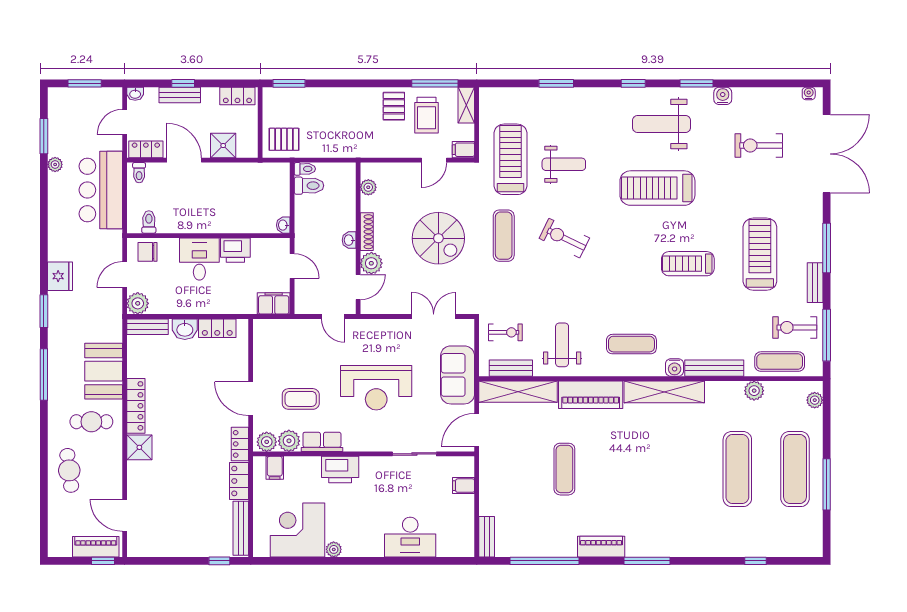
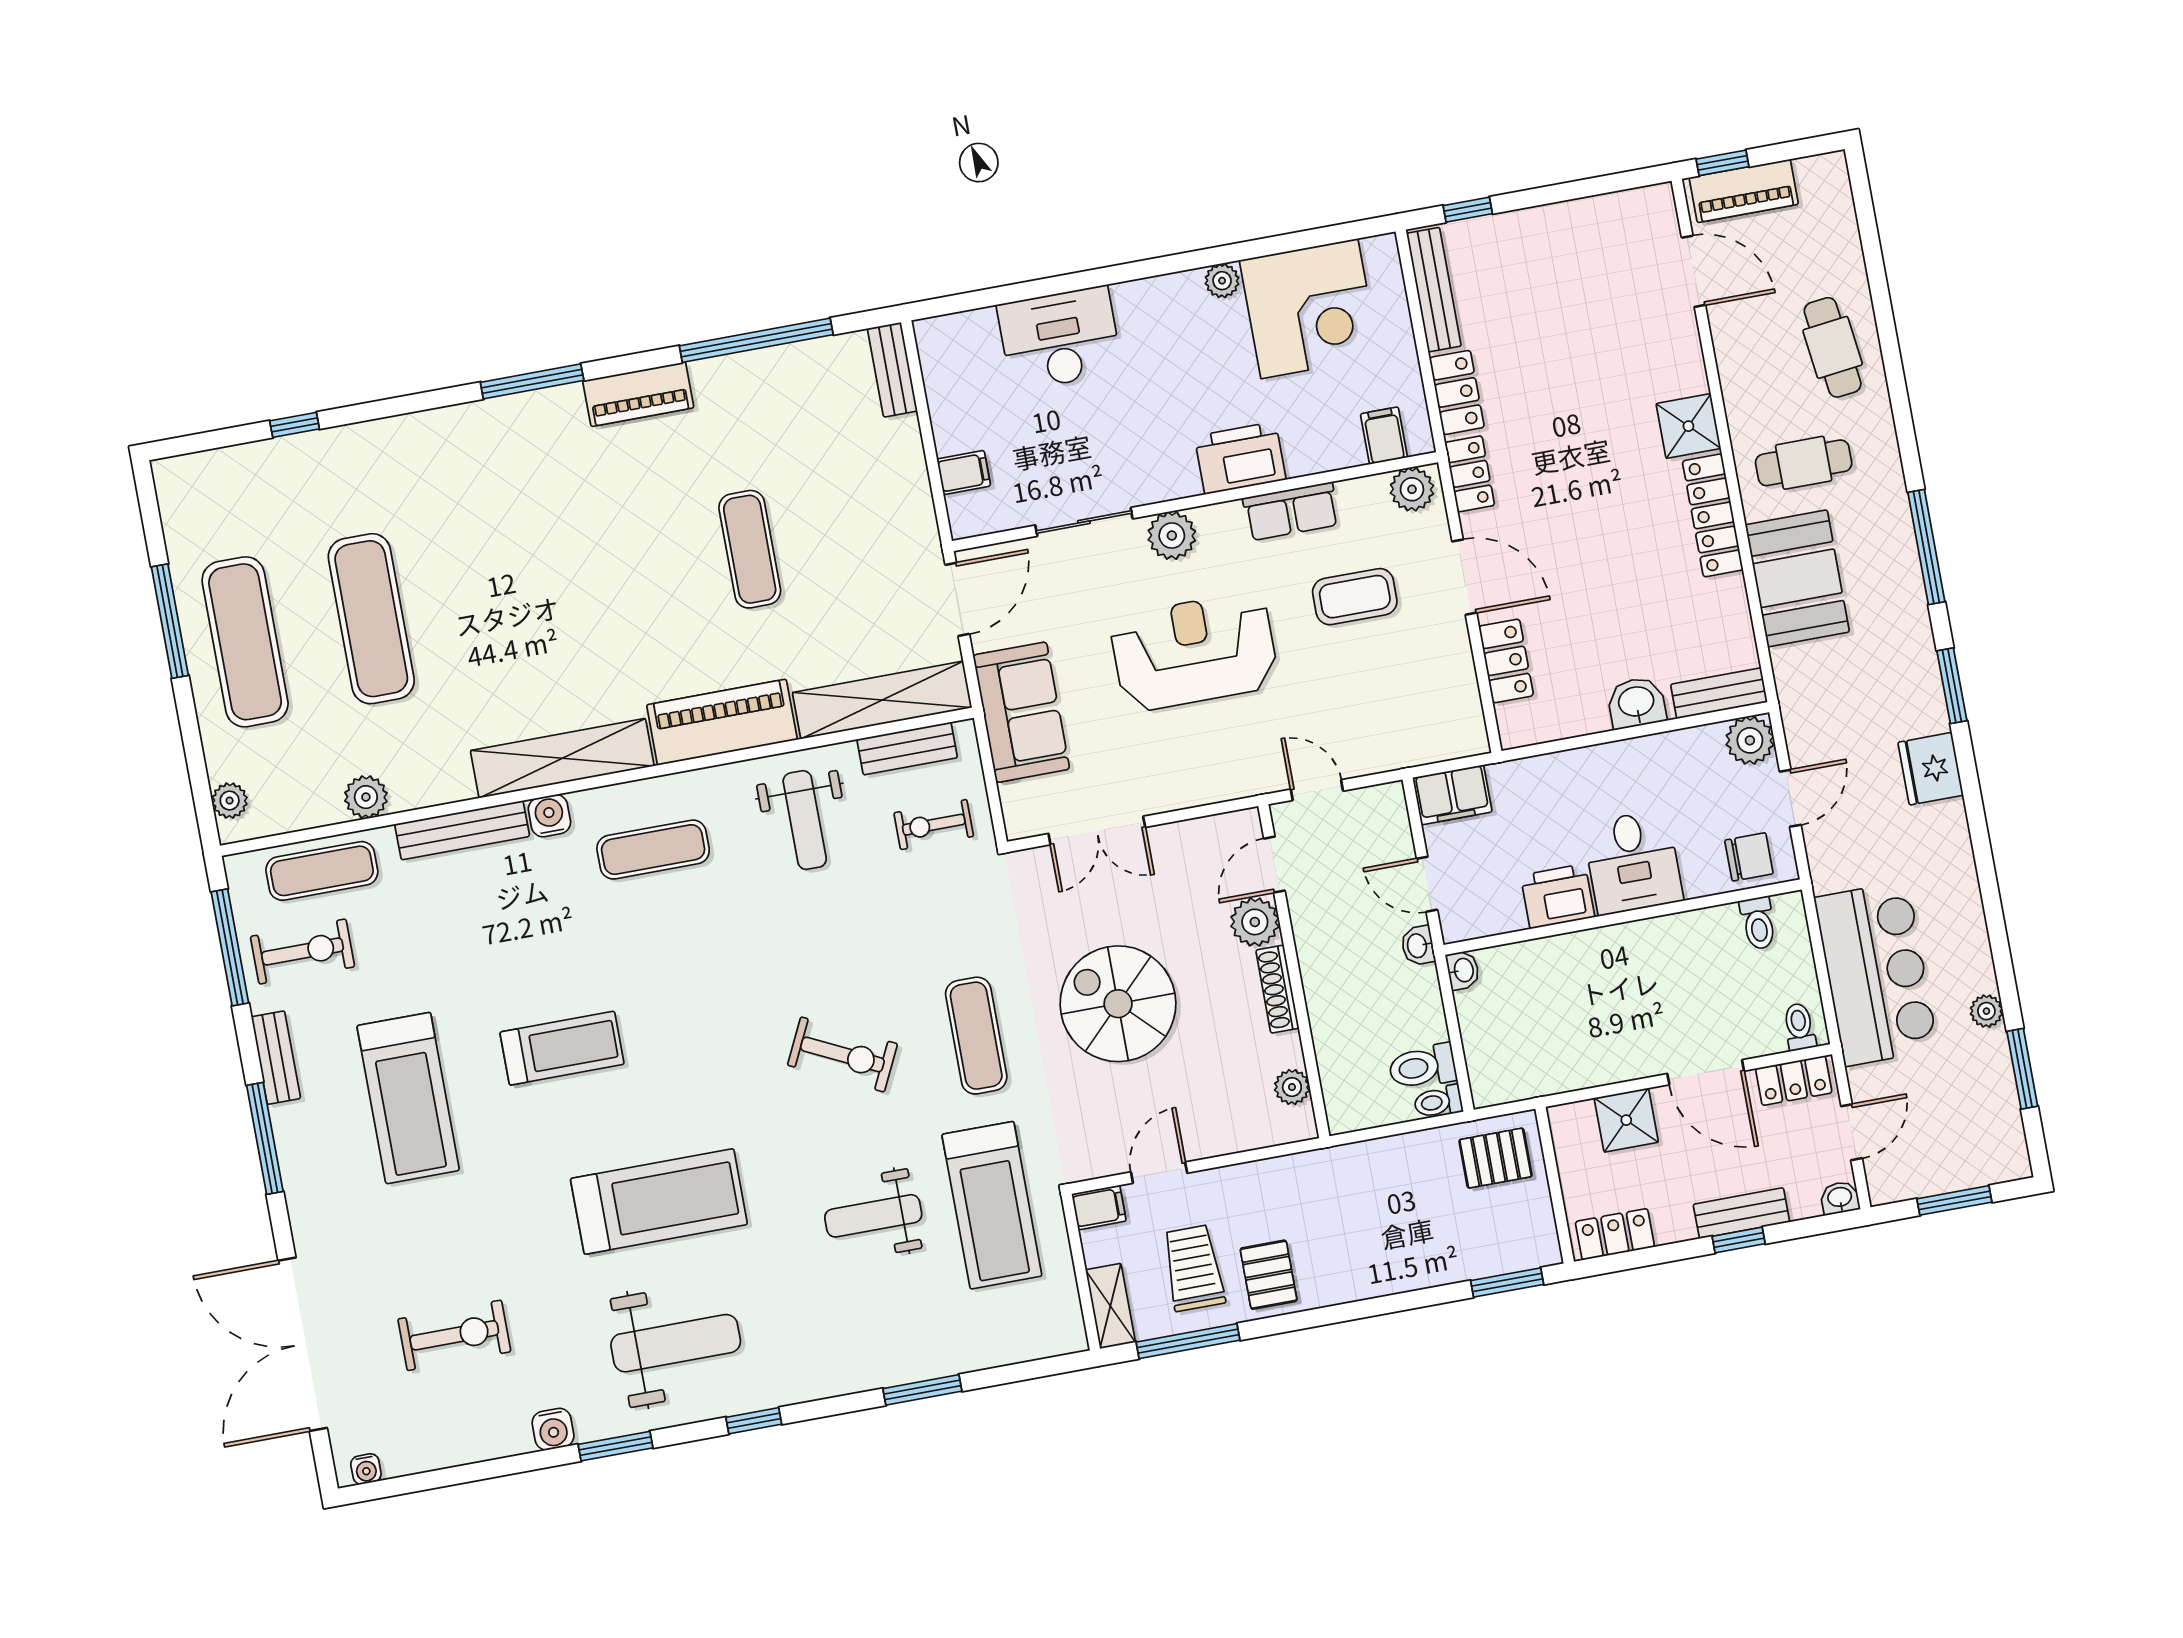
washbasin: (349, 240) -> (1418, 946), moved, turned 180
locker: (217, 328) -> (1506, 661), moved, turned 90
plant: (289, 441) -> (1172, 536), moved

